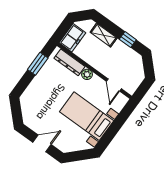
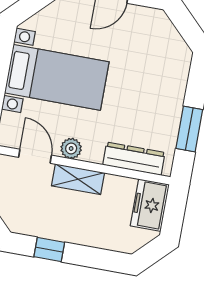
shelving: (104, 35) -> (78, 179), moved
plant: (87, 74) -> (71, 148), moved

